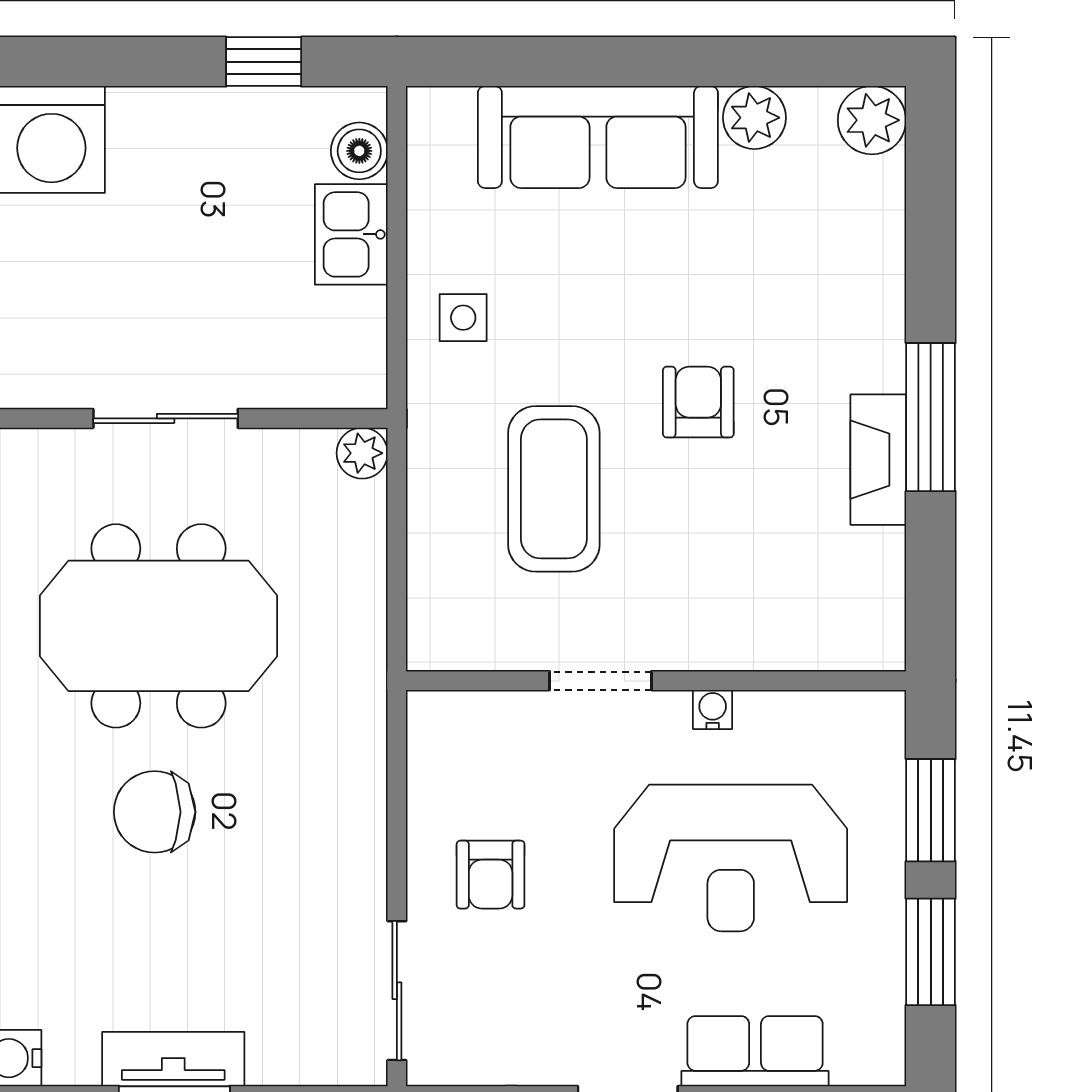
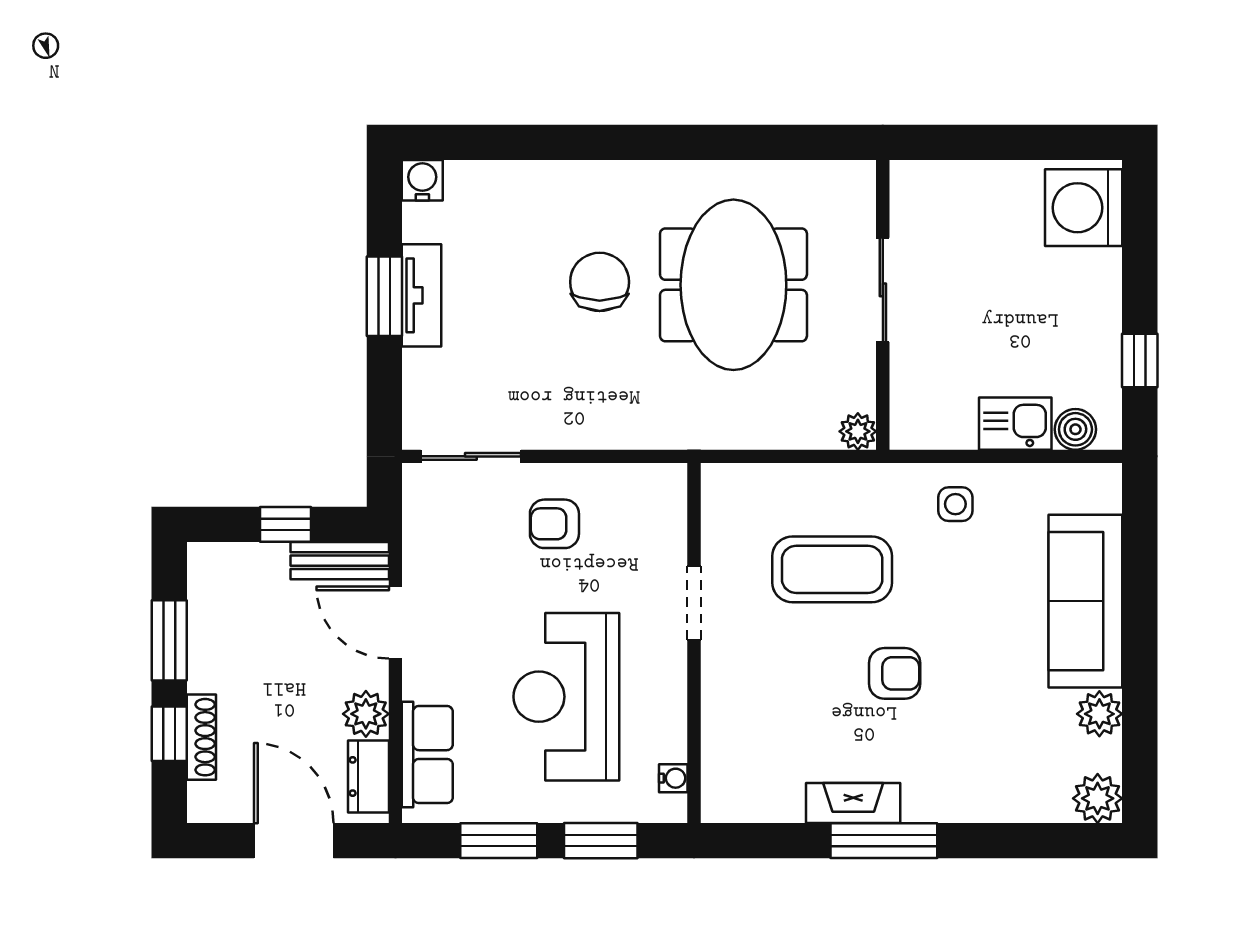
water cooler: (713, 709) -> (673, 778), moved
row of seats: (755, 1051) -> (427, 755), moved

